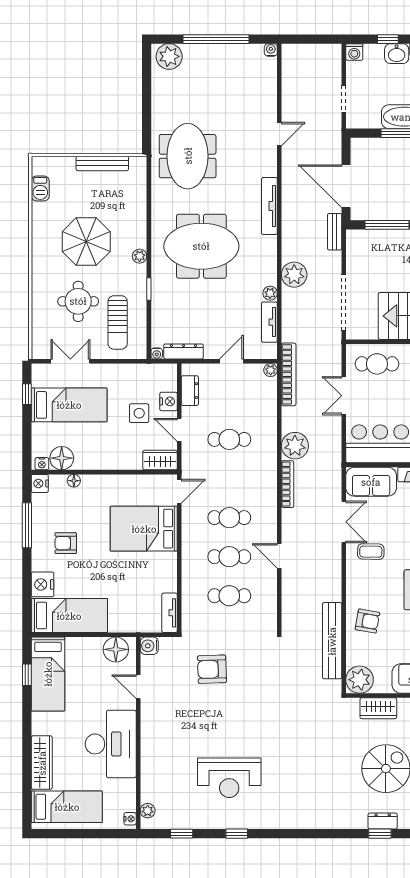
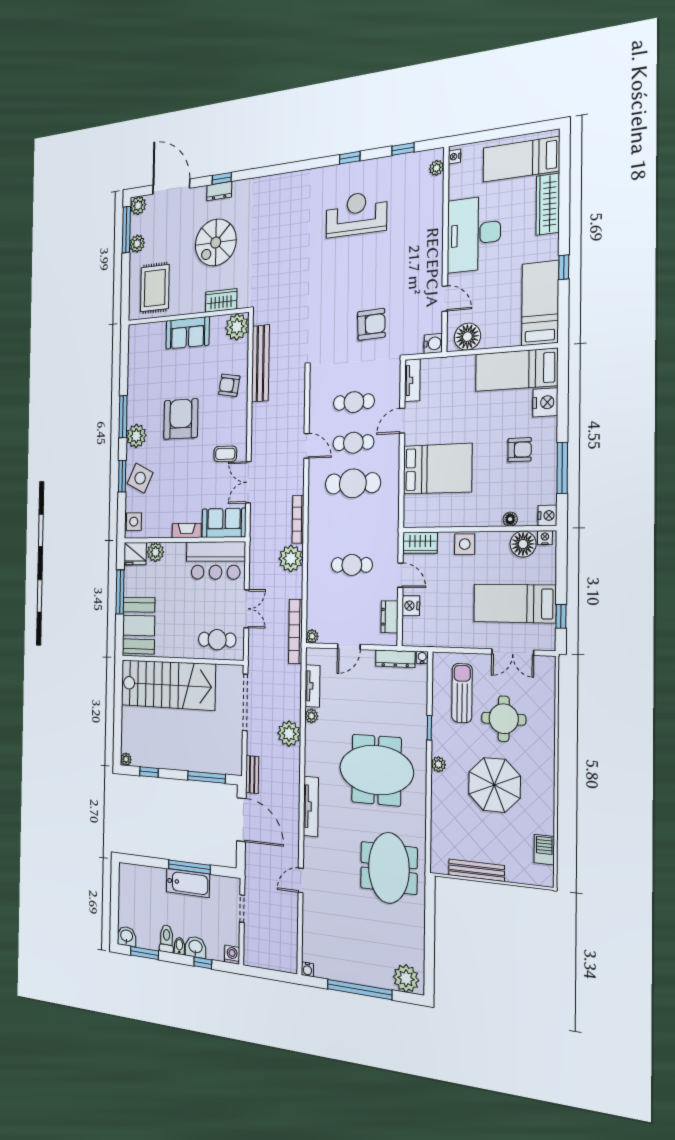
side table: (139, 413) -> (465, 544), moved
door: (179, 491) -> (402, 421), moved
cafe table: (229, 518) -> (353, 483), width x1.37, depth x1.35
window: (27, 675) -> (564, 267), moved

